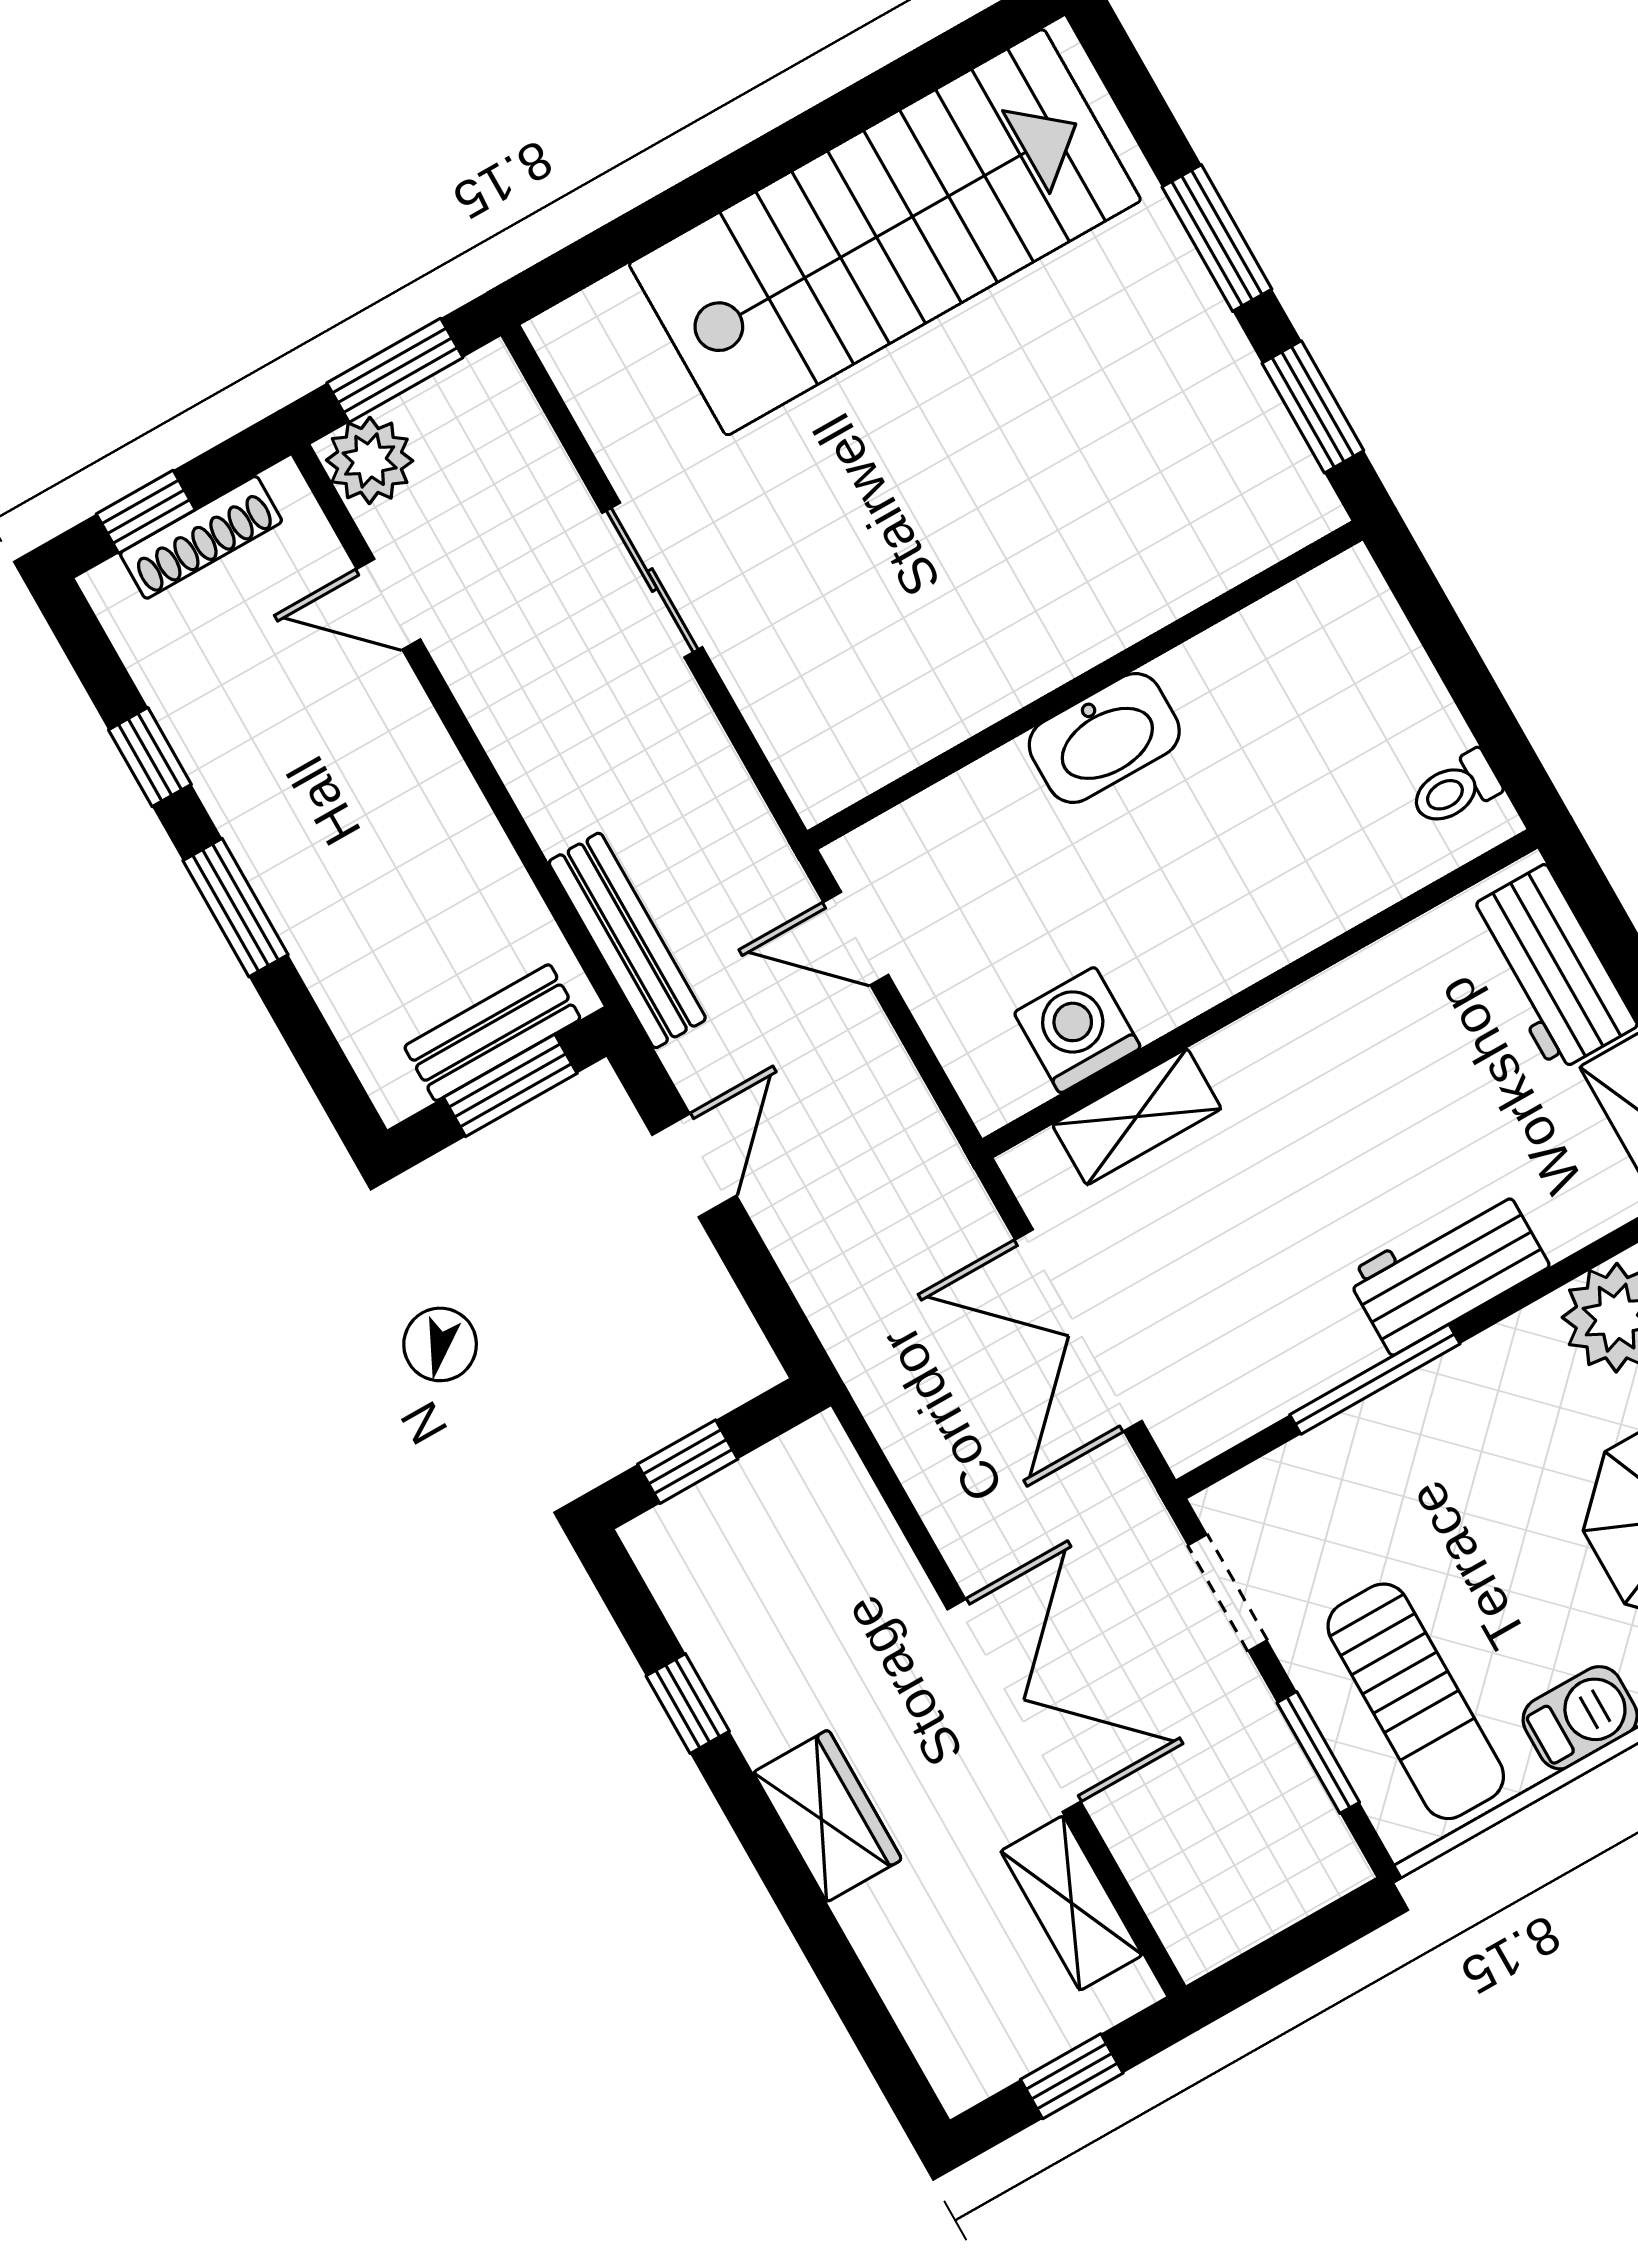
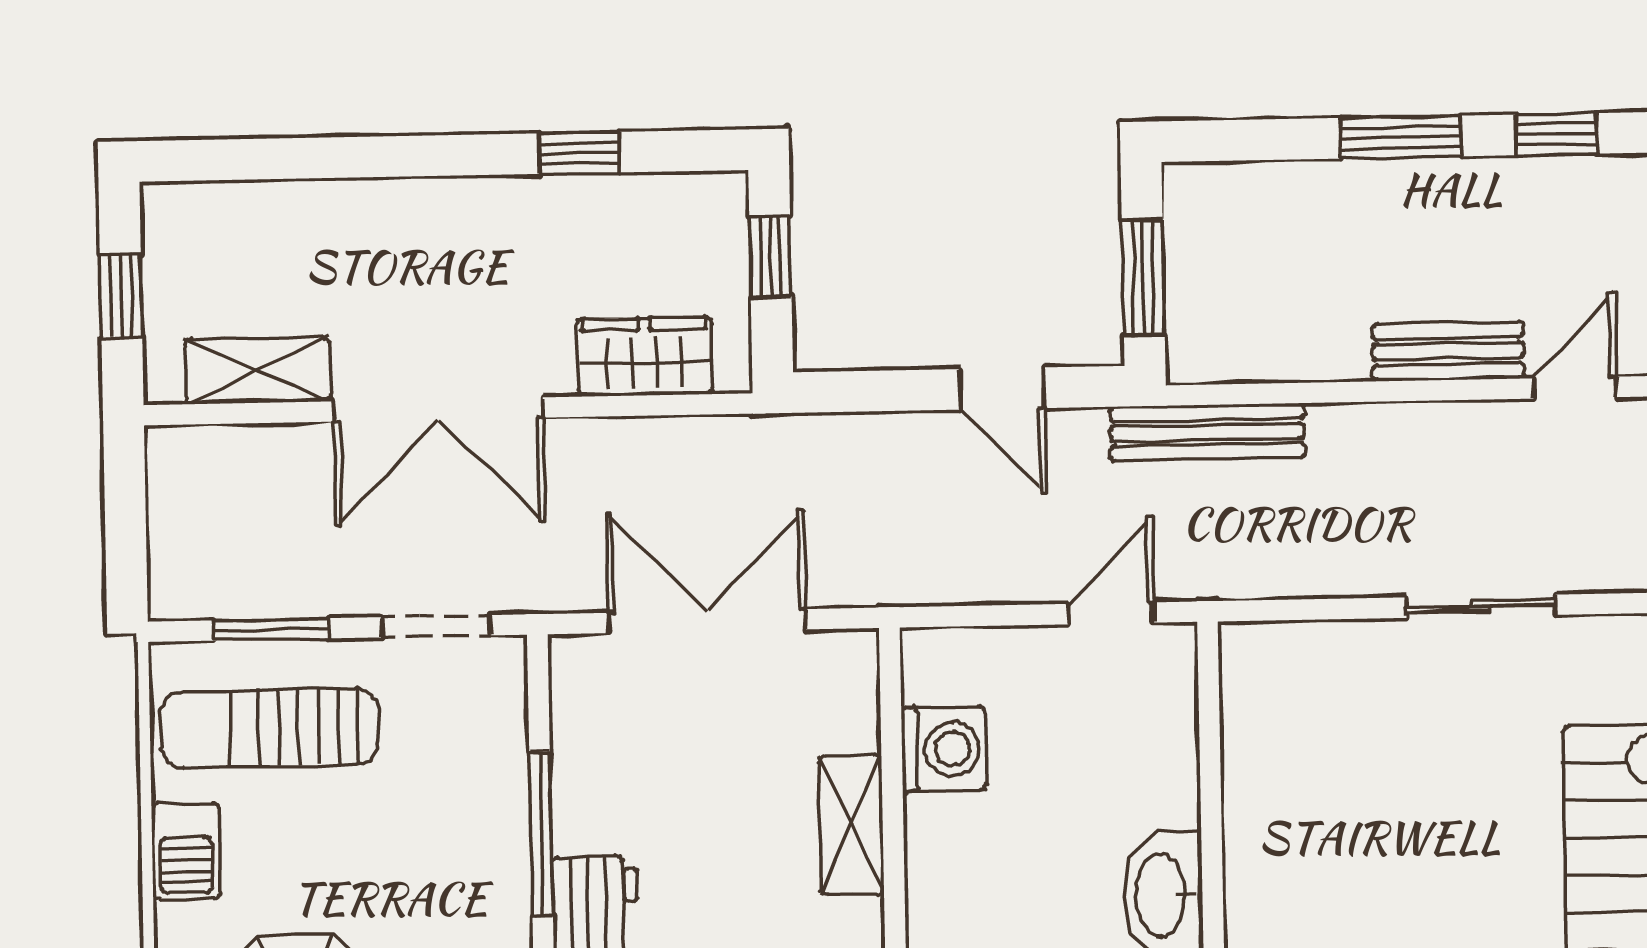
bench: (492, 1033) -> (1448, 351), moved, turned 90
shelving: (1137, 1117) -> (851, 825), moved
wardrobe: (827, 1816) -> (645, 356), moved, turned 180

